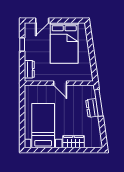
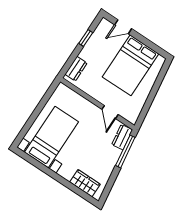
door: (60, 83) -> (110, 112), moved
dresser: (92, 108) -> (122, 137), moved
wardrobe: (73, 142) -> (85, 183), moved

